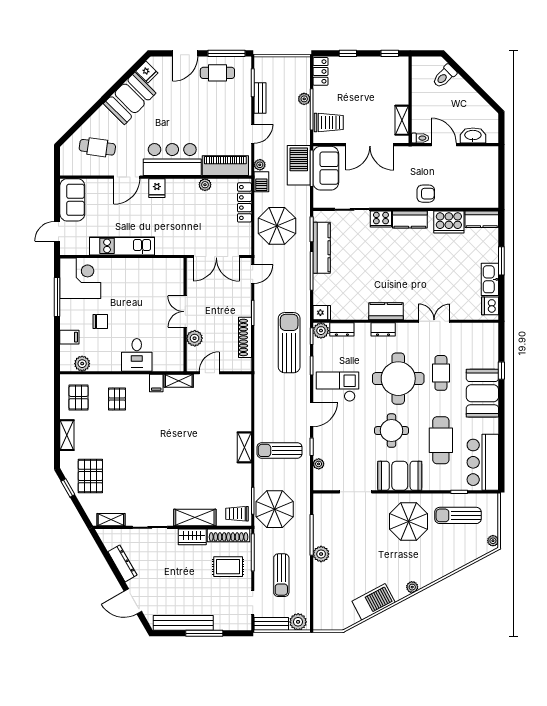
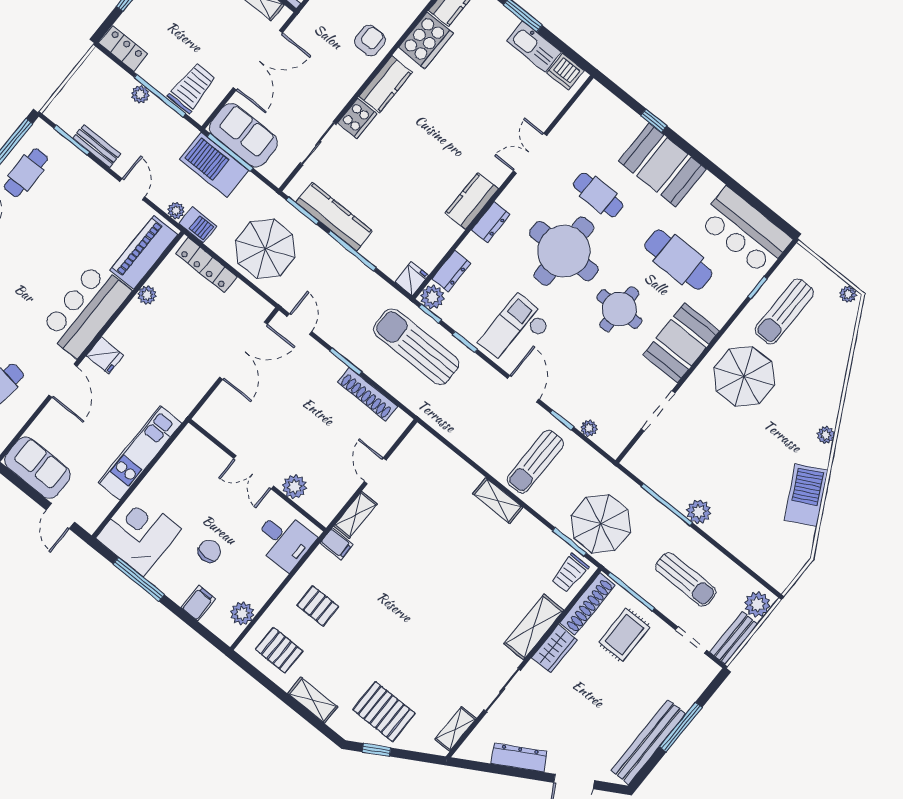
double door: (185, 312) -> (254, 472), moved
wall: (185, 315) -> (257, 475), moved
plant: (195, 338) -> (295, 487), moved

